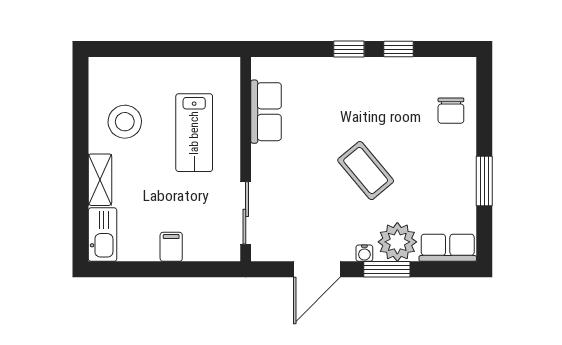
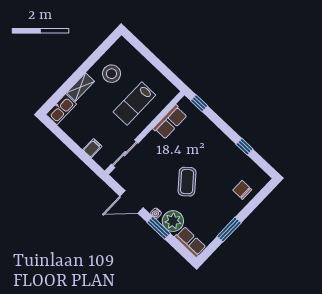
window: (349, 49) -> (199, 103), moved
chair: (451, 111) -> (242, 190), turned 90
filing cabinet: (171, 247) -> (92, 148), moved

